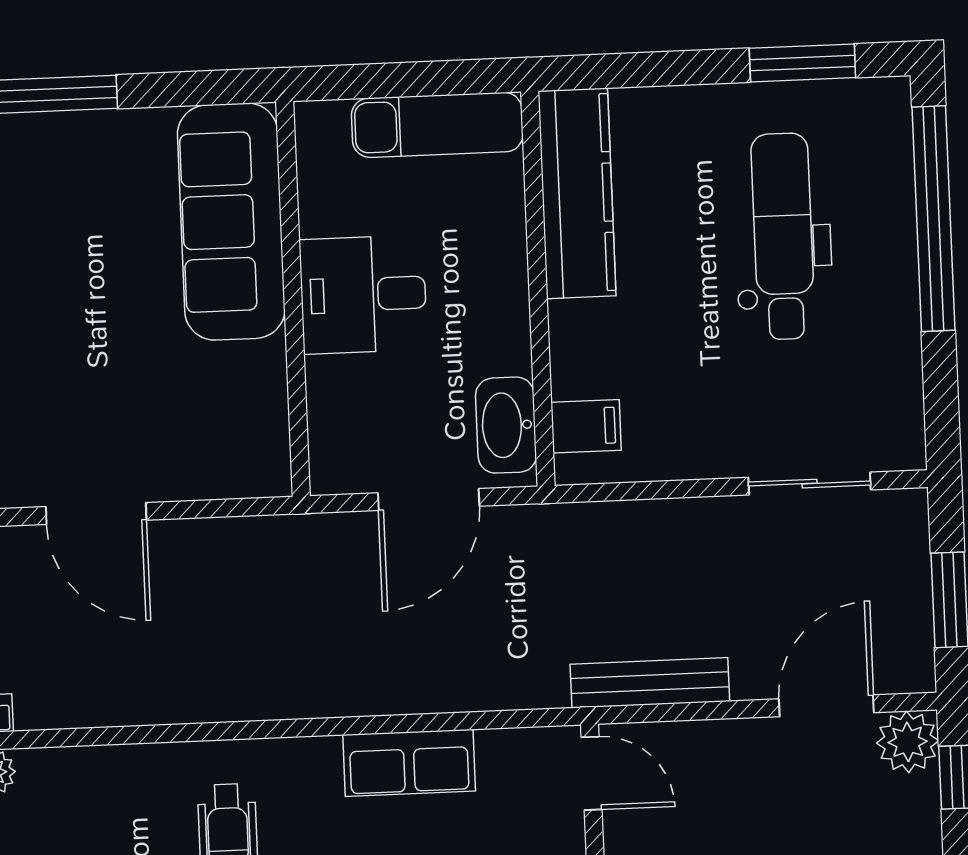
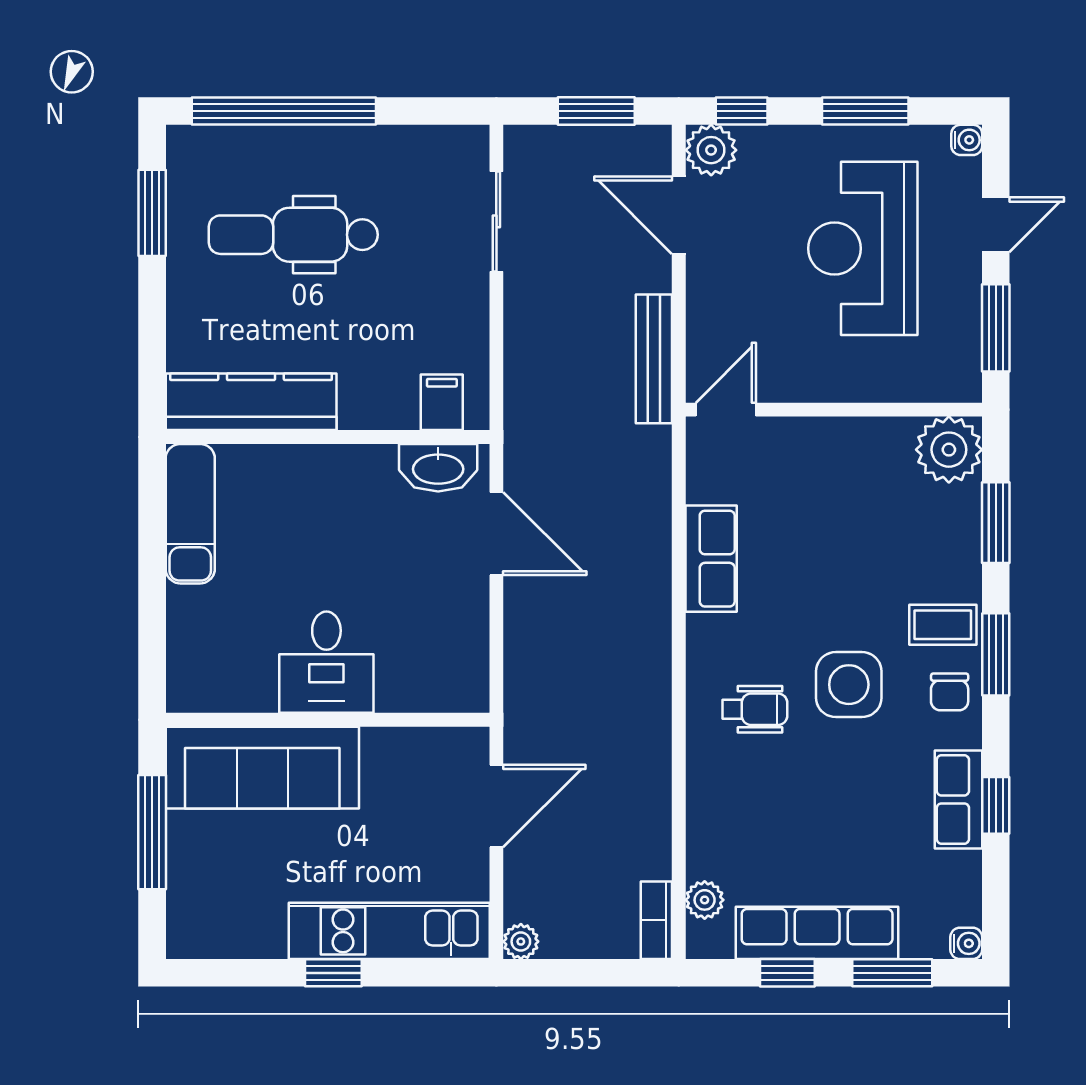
sofa: (231, 222) -> (262, 768), moved
desk: (363, 295) -> (326, 662), moved
wall: (293, 299) -> (328, 720), moved

